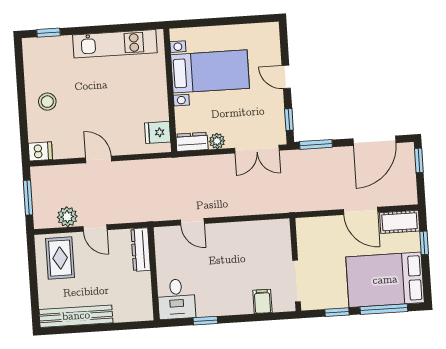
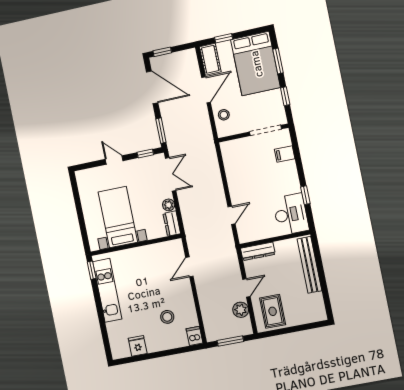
window: (49, 33) -> (92, 270), moved
door: (286, 77) -> (114, 160), swing flipped
stool: (47, 102) -> (167, 317), moved
fridge: (158, 132) -> (138, 346), moved, turned 180
door: (99, 159) -> (189, 267), moved
stool: (325, 230) -> (224, 115), added
rug: (60, 258) -> (273, 311), turned 90
desk: (176, 299) -> (291, 214), width x1.37
window: (384, 309) -> (278, 61), width x0.69
bench: (76, 316) -> (309, 265), moved

